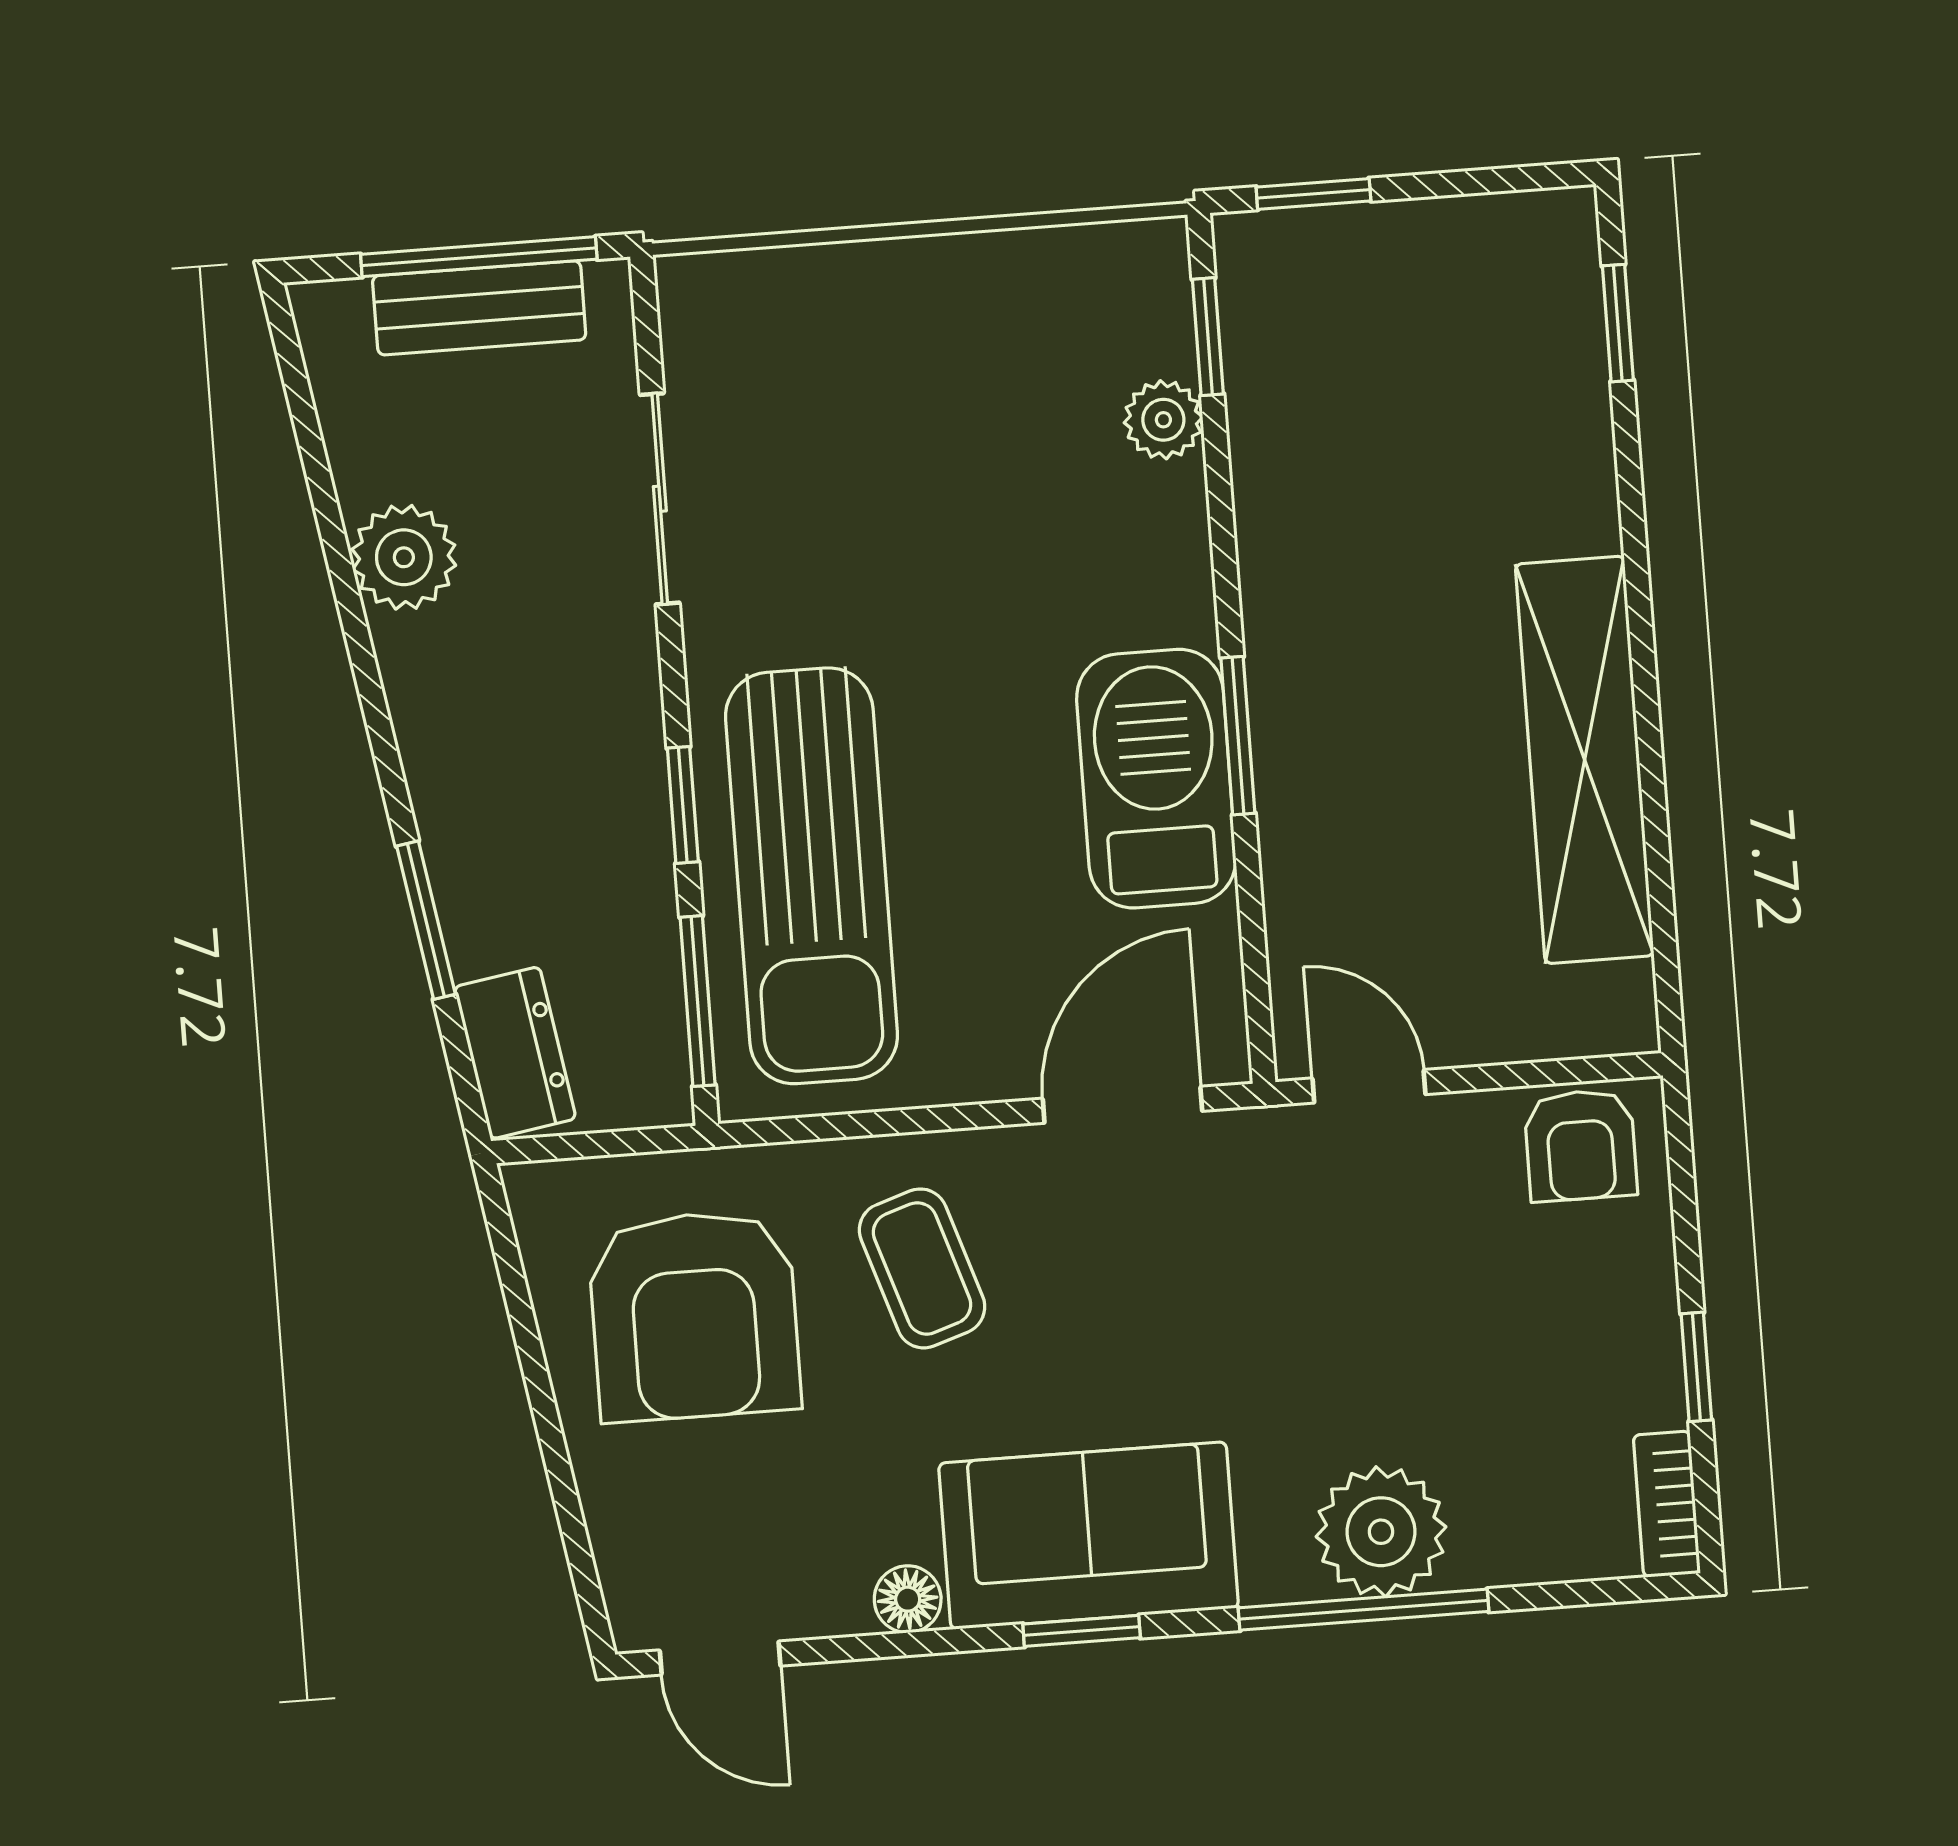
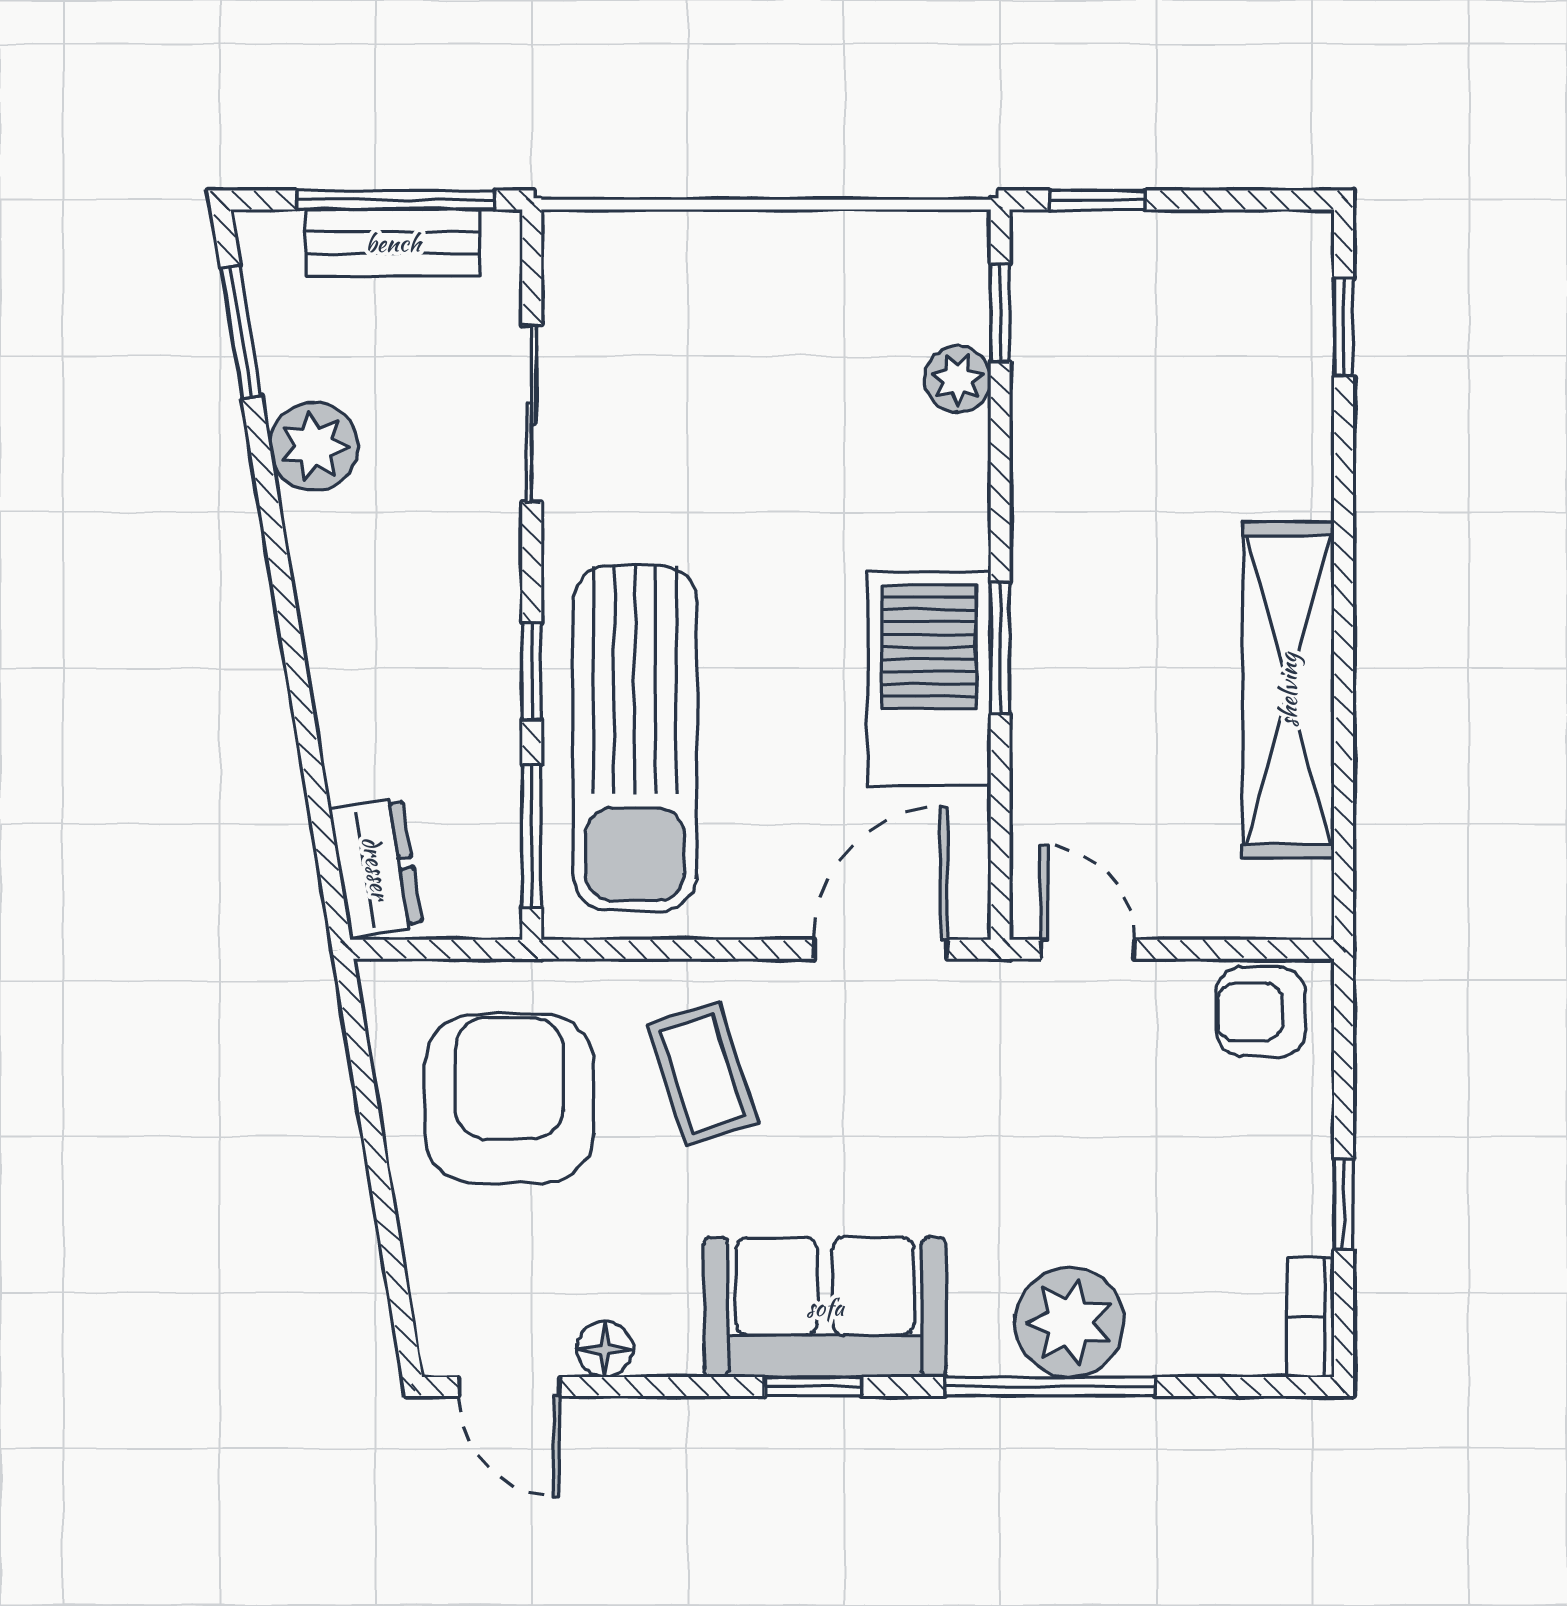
window: (426, 920) -> (241, 332), moved
armchair: (1581, 1145) -> (1261, 1012), turned 90
armchair: (694, 1316) -> (509, 1099), turned 180
floor lamp: (908, 1599) -> (605, 1349), moved

